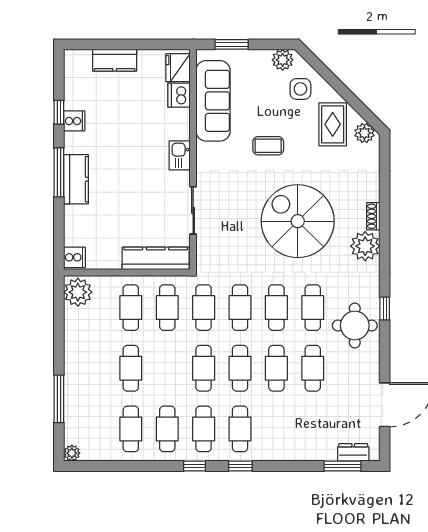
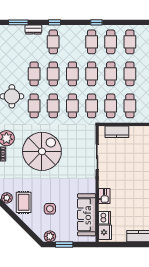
window: (232, 44) -> (64, 244), moved
side table: (300, 89) -> (50, 209), moved
coffee table: (268, 146) -> (58, 191), removed
kitchen sink: (180, 155) -> (104, 196), moved
spiral stairs: (298, 221) -> (42, 151), turned -90
kitchen counter: (156, 258) -> (117, 132), width x0.67
cafe table: (167, 368) -> (111, 74), added
cafe table: (240, 429) -> (53, 42), moved
dresser: (353, 452) -> (33, 29), moved
window: (240, 466) -> (54, 22), moved

